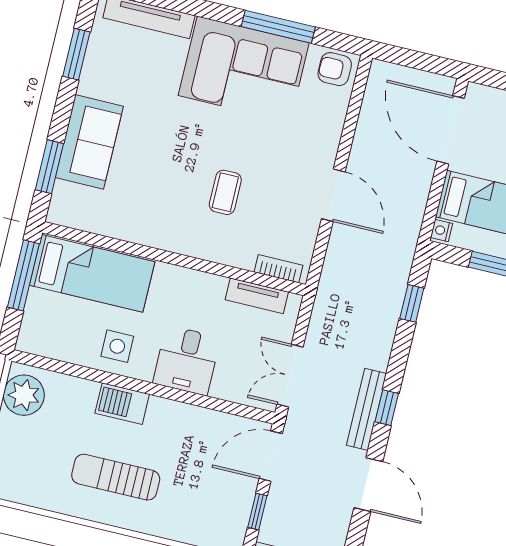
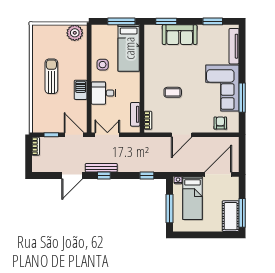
armchair: (335, 69) -> (220, 123), moved
barbecue: (122, 404) -> (81, 90), moved

